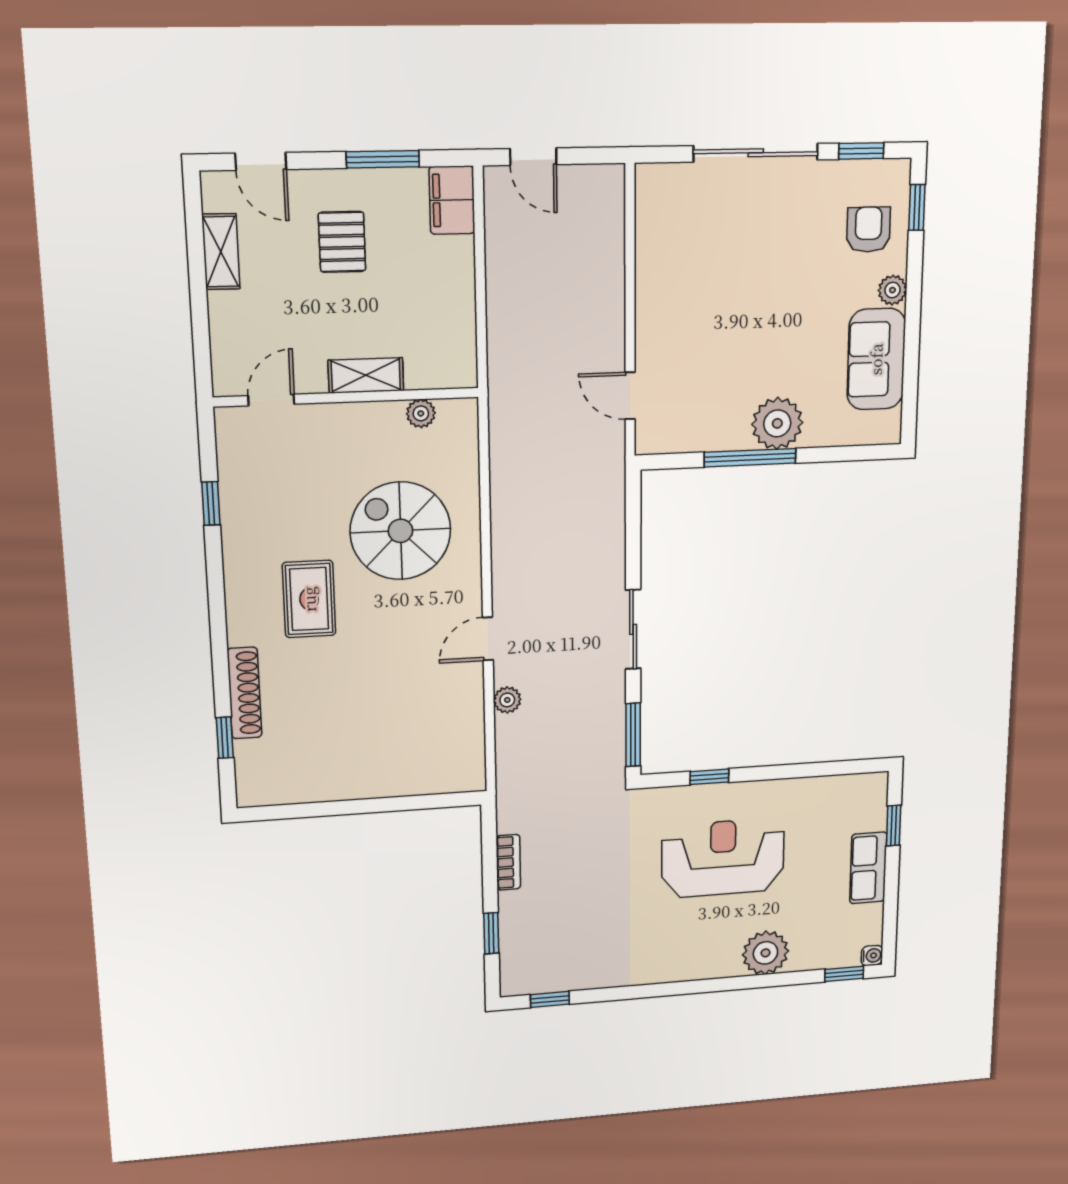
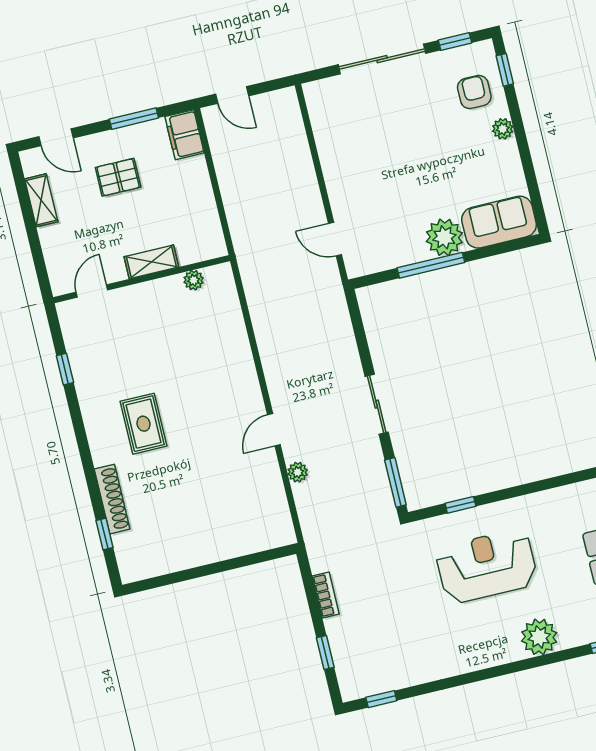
pallet: (342, 242) -> (118, 177), turned 90
sofa: (876, 359) -> (499, 222), moved, turned 90
spiral stairs: (400, 531) -> (197, 364), removed

